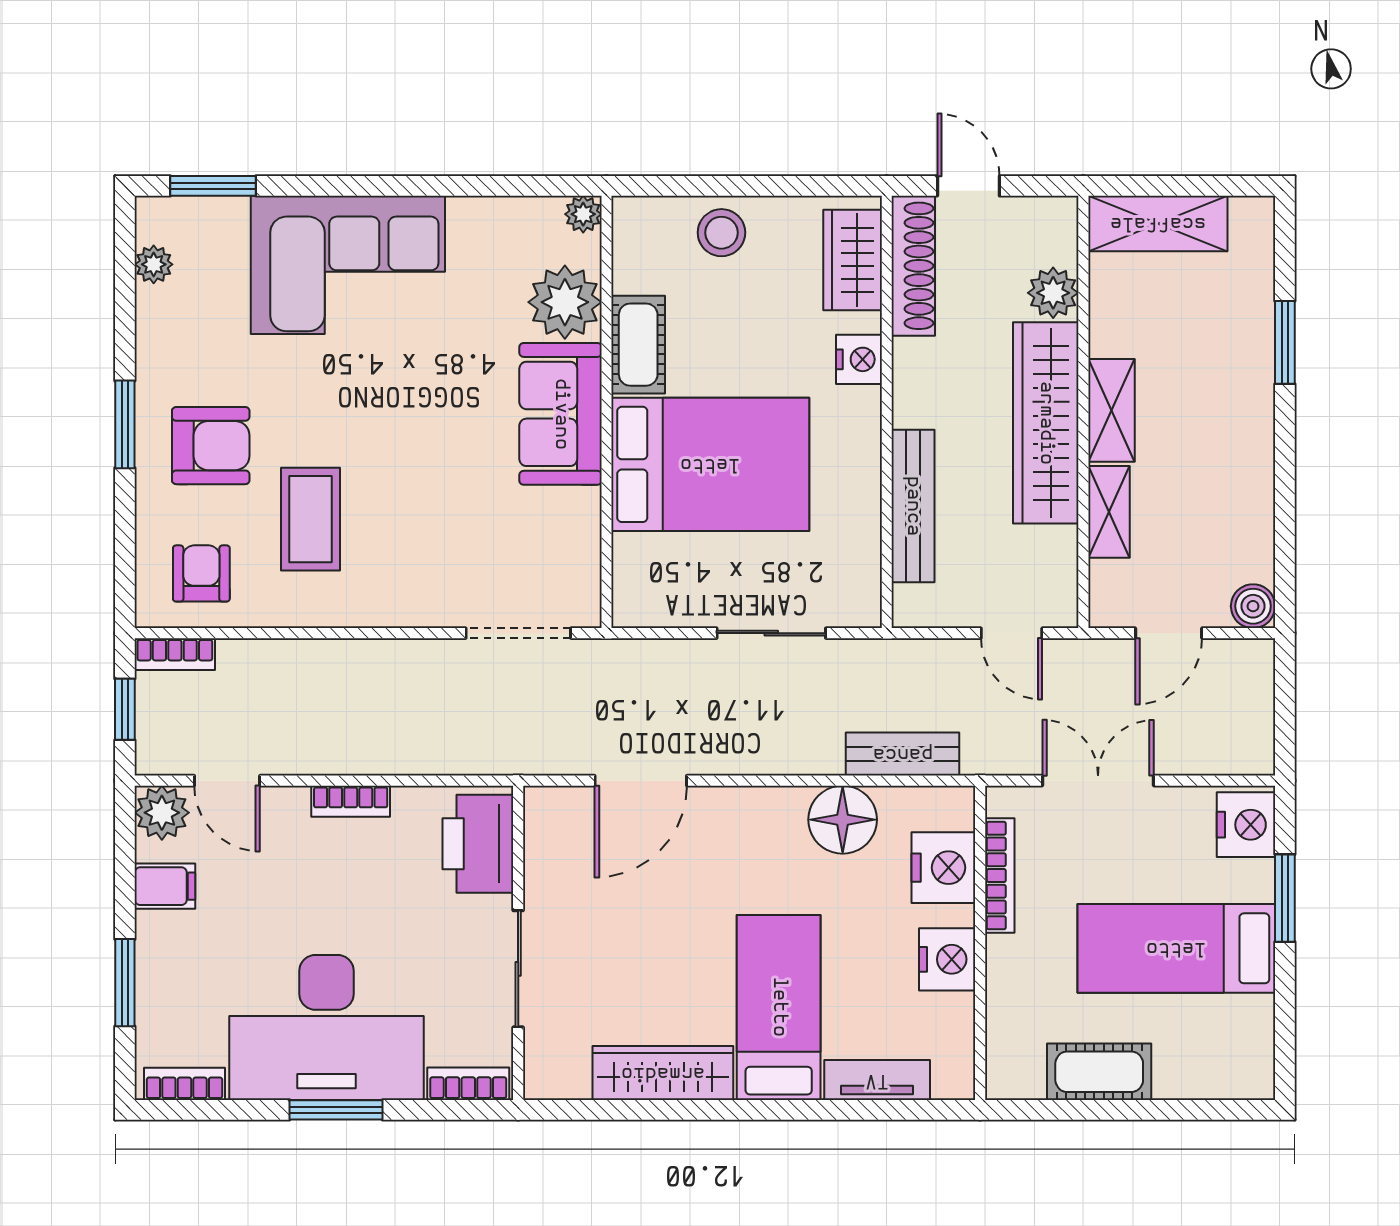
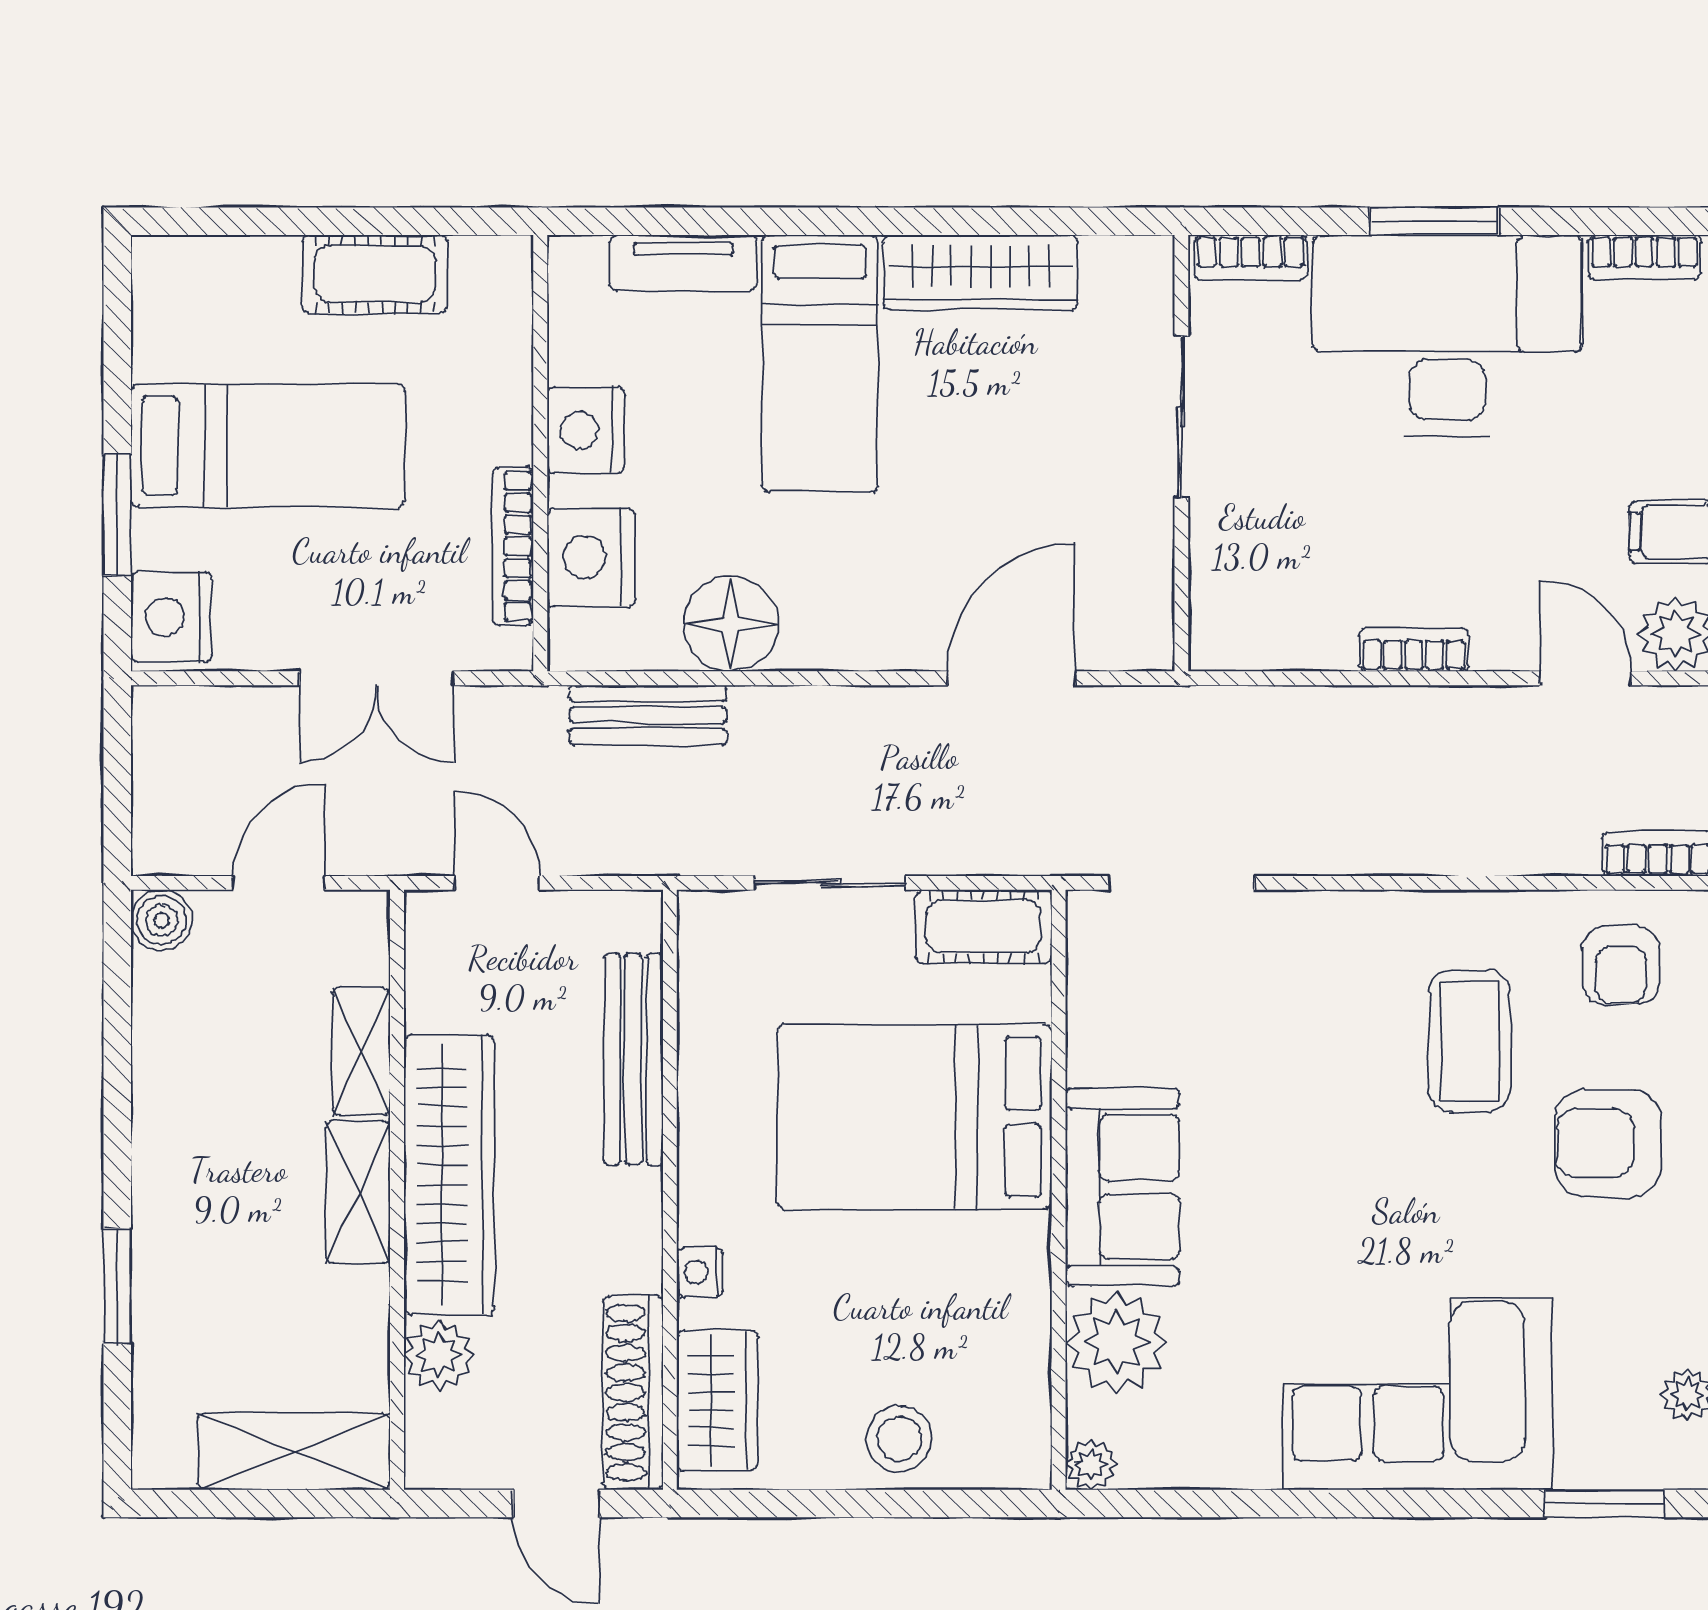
cot: (638, 345) -> (984, 927), moved, turned 90
nightstand: (859, 359) -> (700, 1272), width x0.72, depth x0.74
printer: (478, 844) -> (1237, 591), removed

